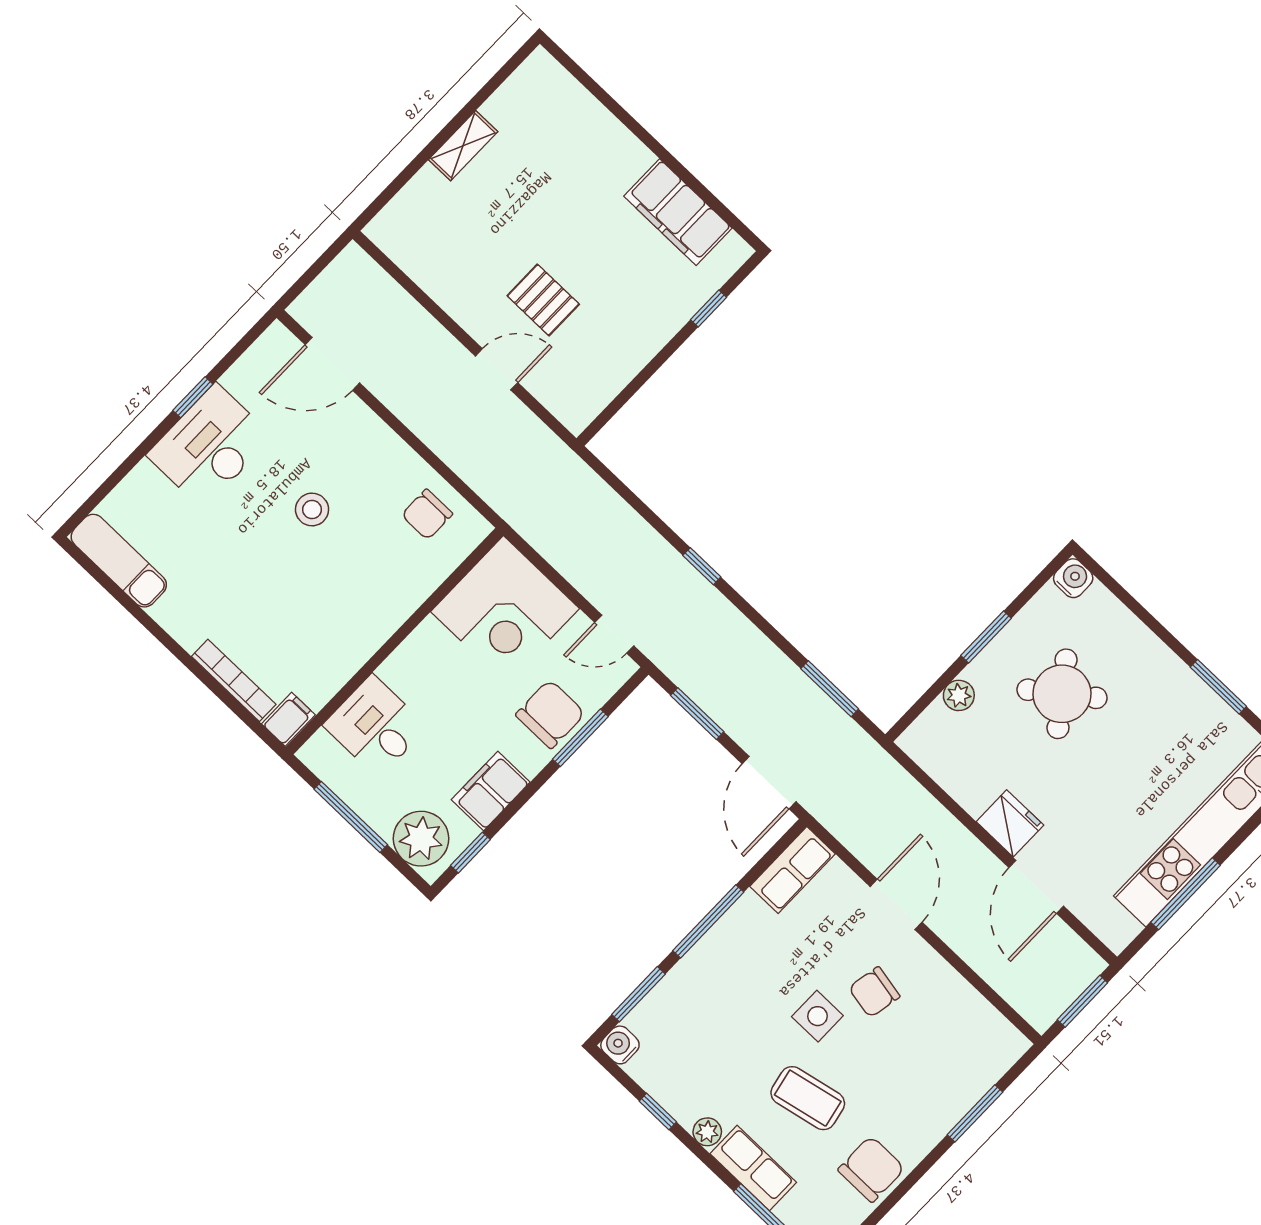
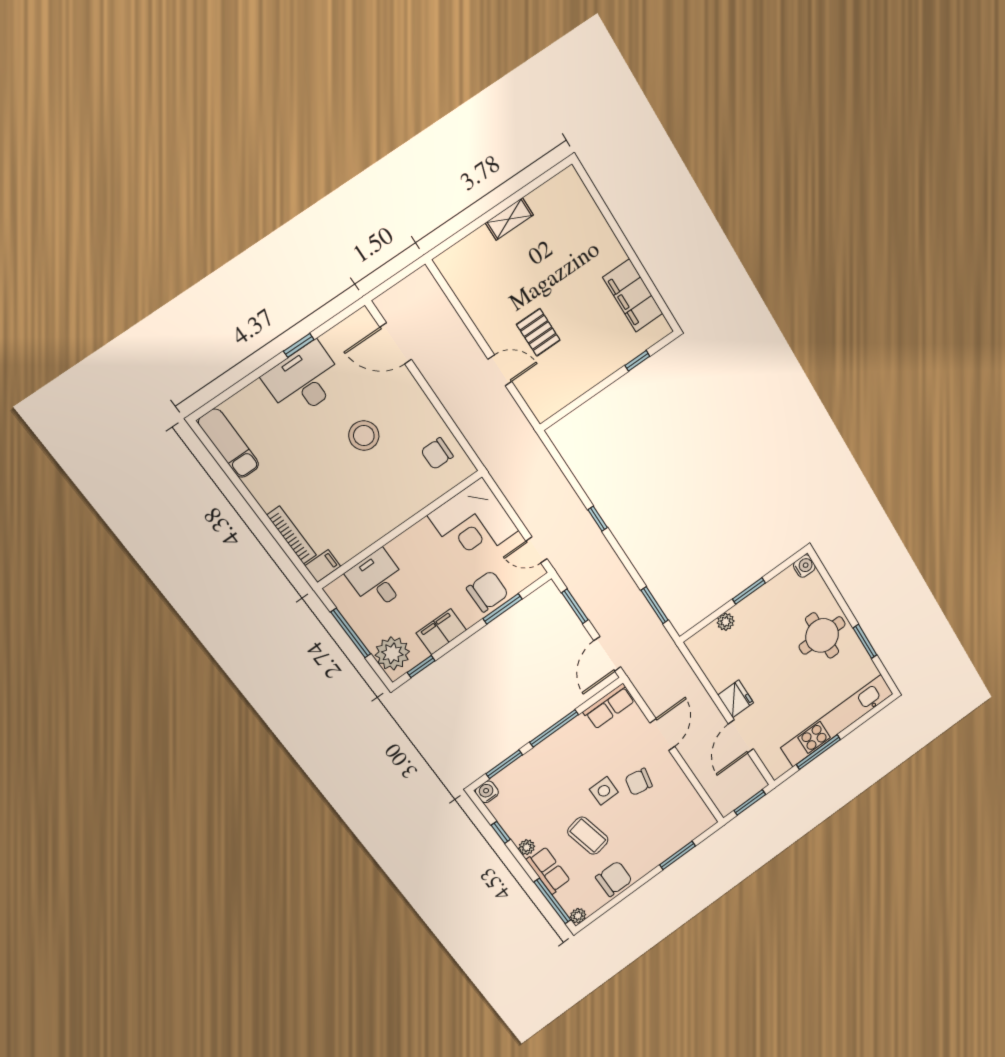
stool: (312, 509) -> (364, 436), width x1.38, depth x1.38
round table: (1062, 694) -> (822, 635), moved, turned 37

